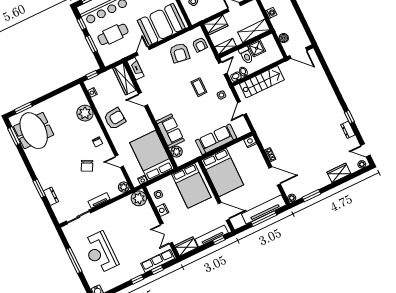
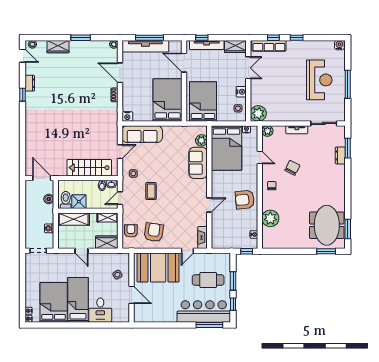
toilet: (246, 55) -> (66, 200), moved
wardrobe: (124, 79) -> (218, 233), removed
door: (143, 99) -> (209, 205), hinge flipped
sofa: (216, 139) -> (142, 134), moved
window: (39, 188) -> (348, 148), moved
window: (311, 196) -> (81, 38), moved

